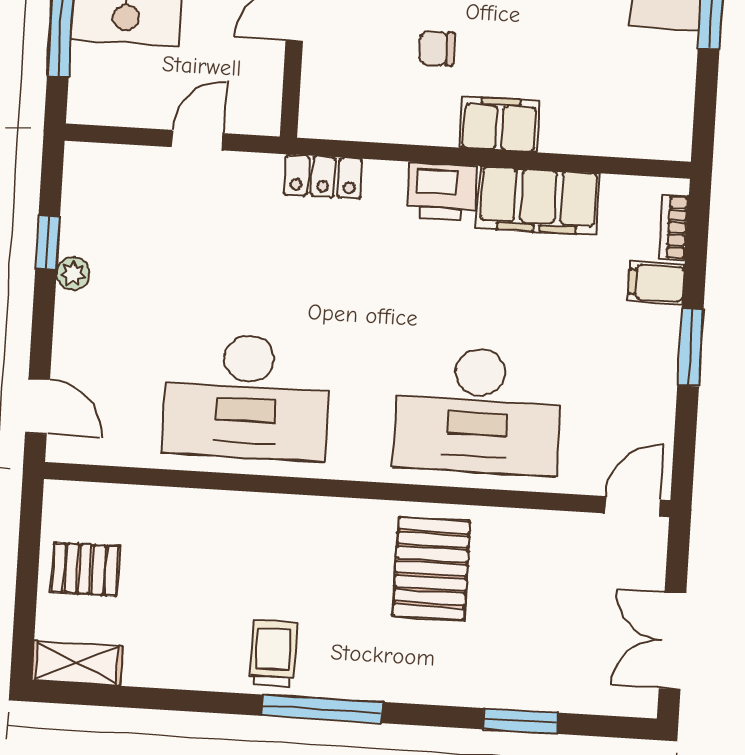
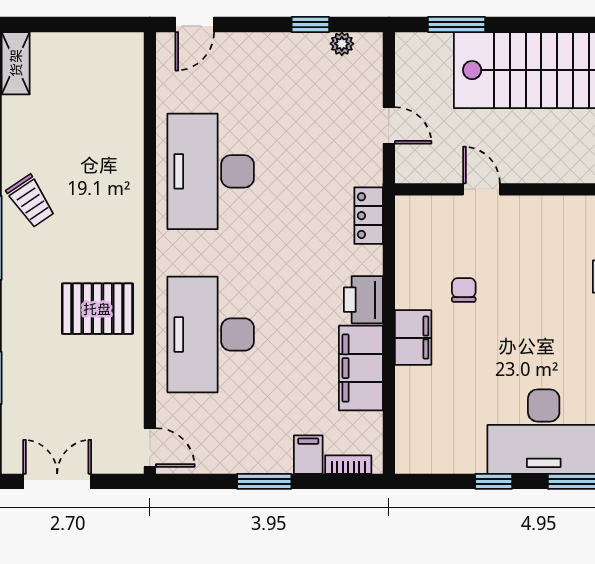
plant: (73, 273) -> (342, 44), moved
pallet: (85, 569) -> (82, 65), removed
trolley: (273, 654) -> (31, 201), turned 56

